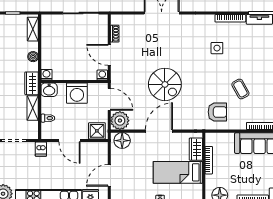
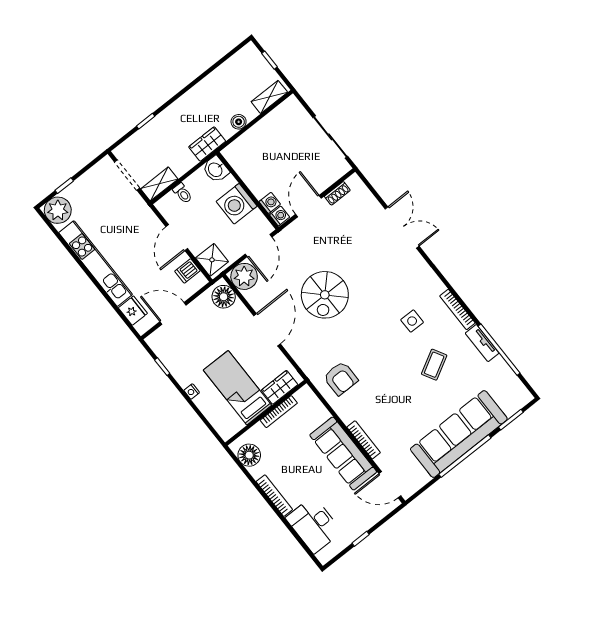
washing machine: (46, 75) -> (270, 203), moved
coffee table: (240, 89) -> (434, 365), moved
shelving: (33, 108) -> (159, 184), moved
door: (159, 131) -> (267, 330), hinge flipped
dishwasher: (41, 149) -> (187, 271), moved

